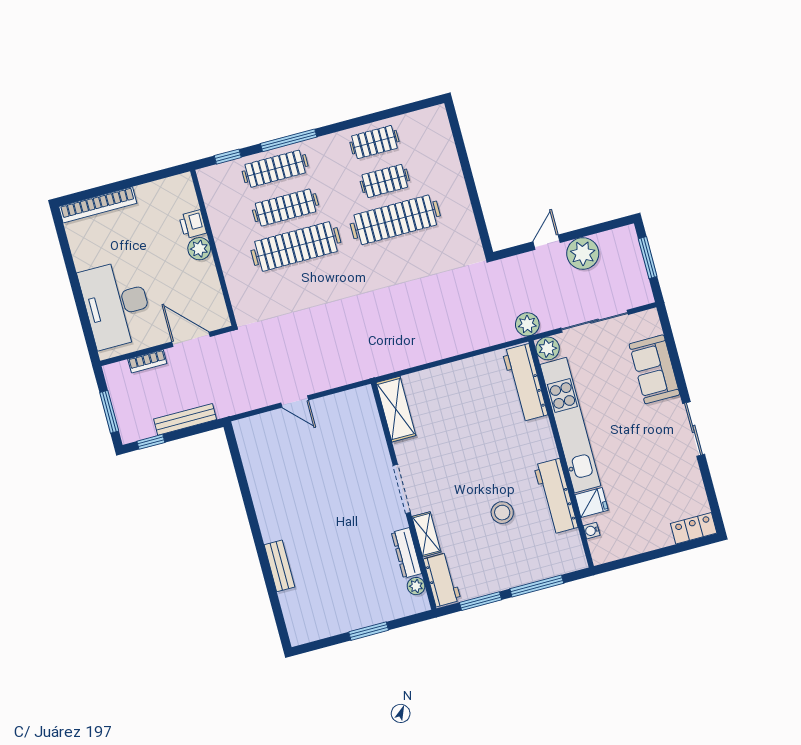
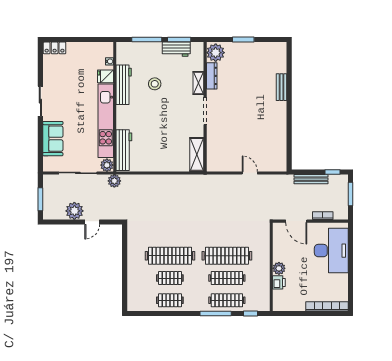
workbench: (442, 580) -> (176, 49), moved, turned -90
plant: (416, 586) -> (216, 53), width x1.88, depth x1.88

